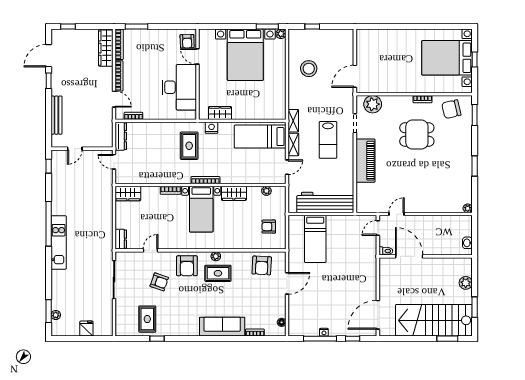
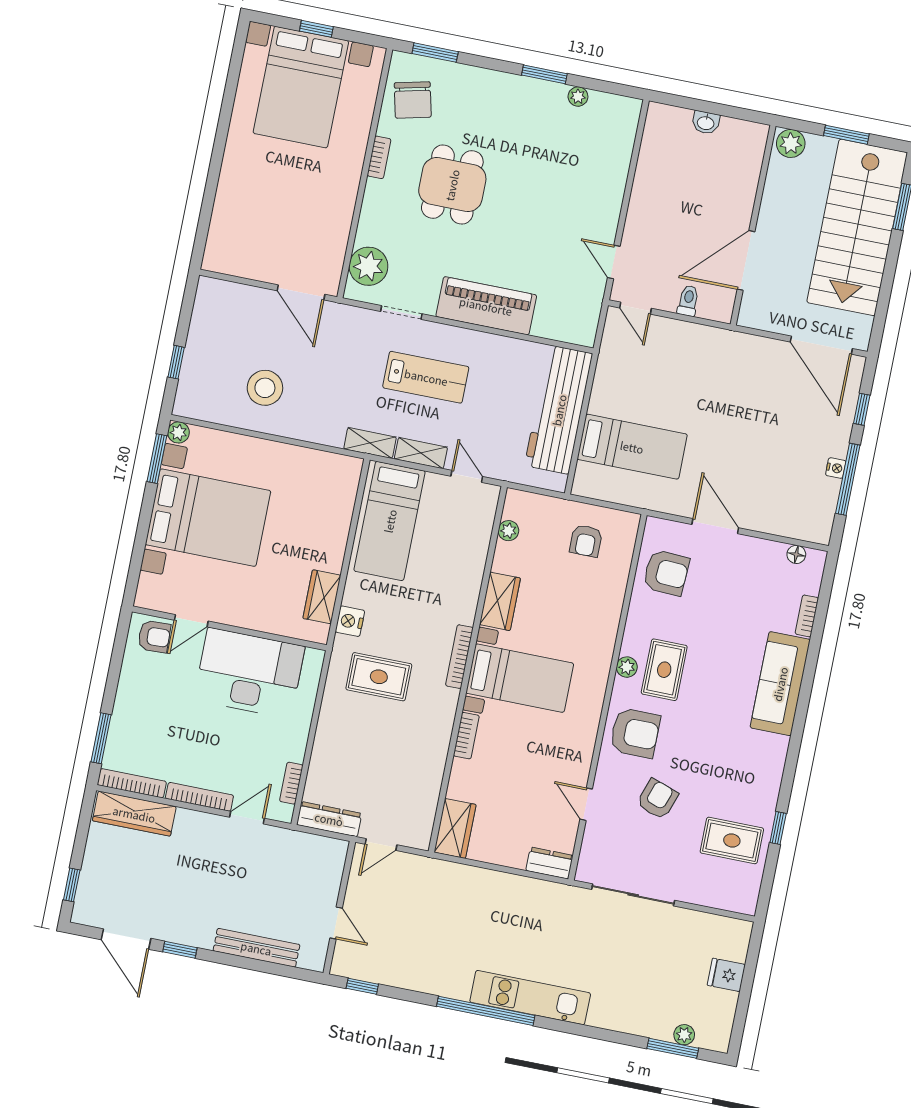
plant: (468, 208) -> (578, 97), moved
door: (409, 256) -> (746, 260), moved
wall: (426, 256) -> (753, 225), moved

